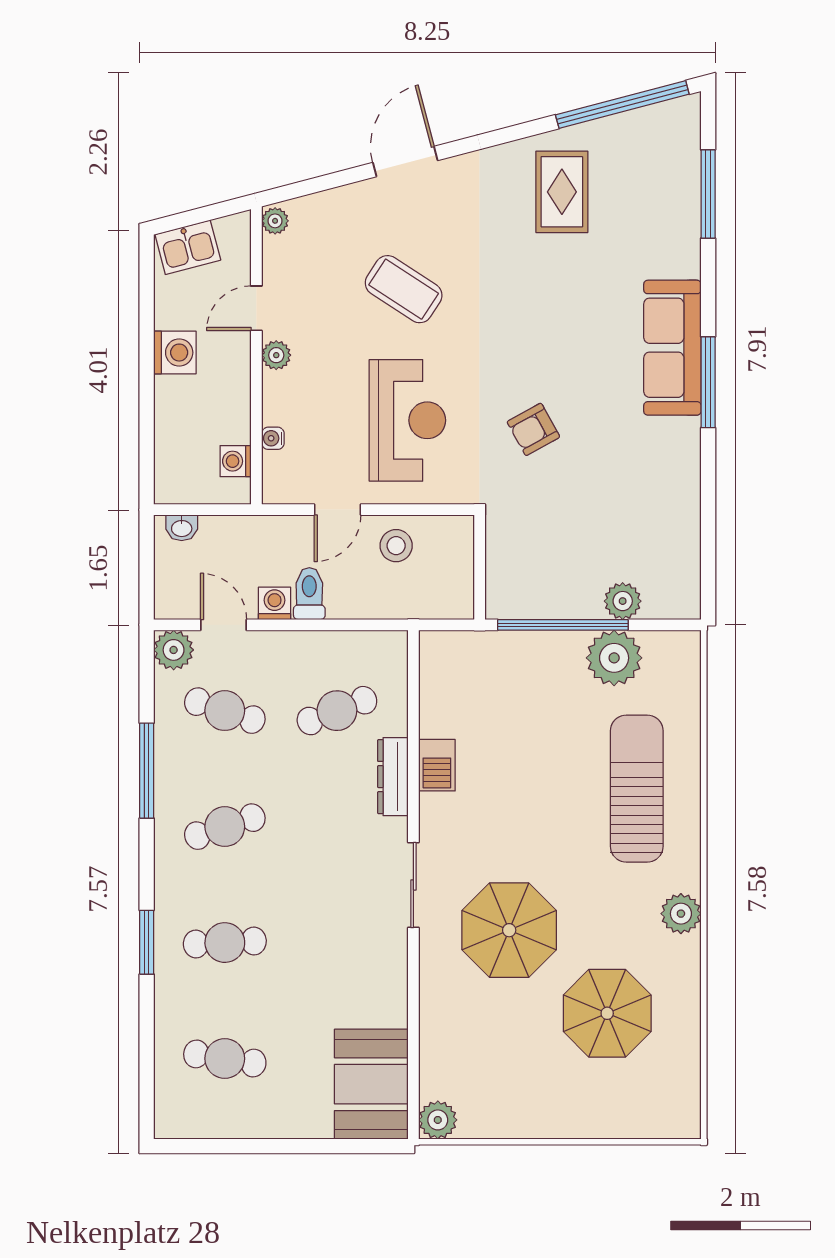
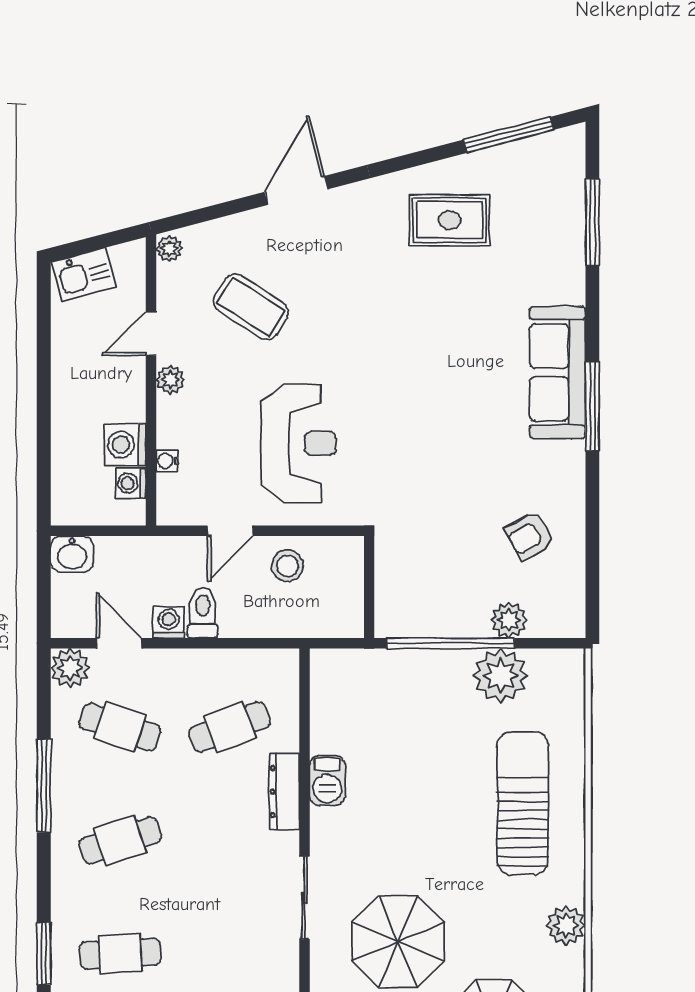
window: (622, 105) -> (509, 135), width x0.68
rug: (562, 192) -> (449, 220), turned 90
coffee table: (404, 289) -> (251, 307), moved
washing machine: (175, 353) -> (125, 445), moved, turned 180
armchair: (533, 429) -> (530, 536), moved
washbasin: (182, 528) -> (72, 554), width x1.38, depth x1.45

